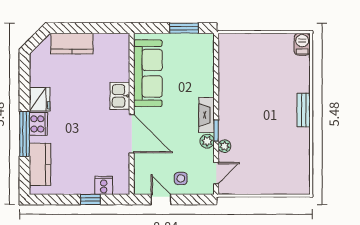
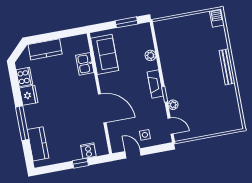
sofa: (148, 73) -> (105, 54), width x0.73
kitchen sink: (120, 96) -> (85, 64), moved
bench: (304, 110) -> (227, 67), width x1.36
cooker: (38, 124) -> (24, 77), moved
plant: (207, 141) -> (151, 55), moved
door: (216, 173) -> (171, 126), hinge flipped

